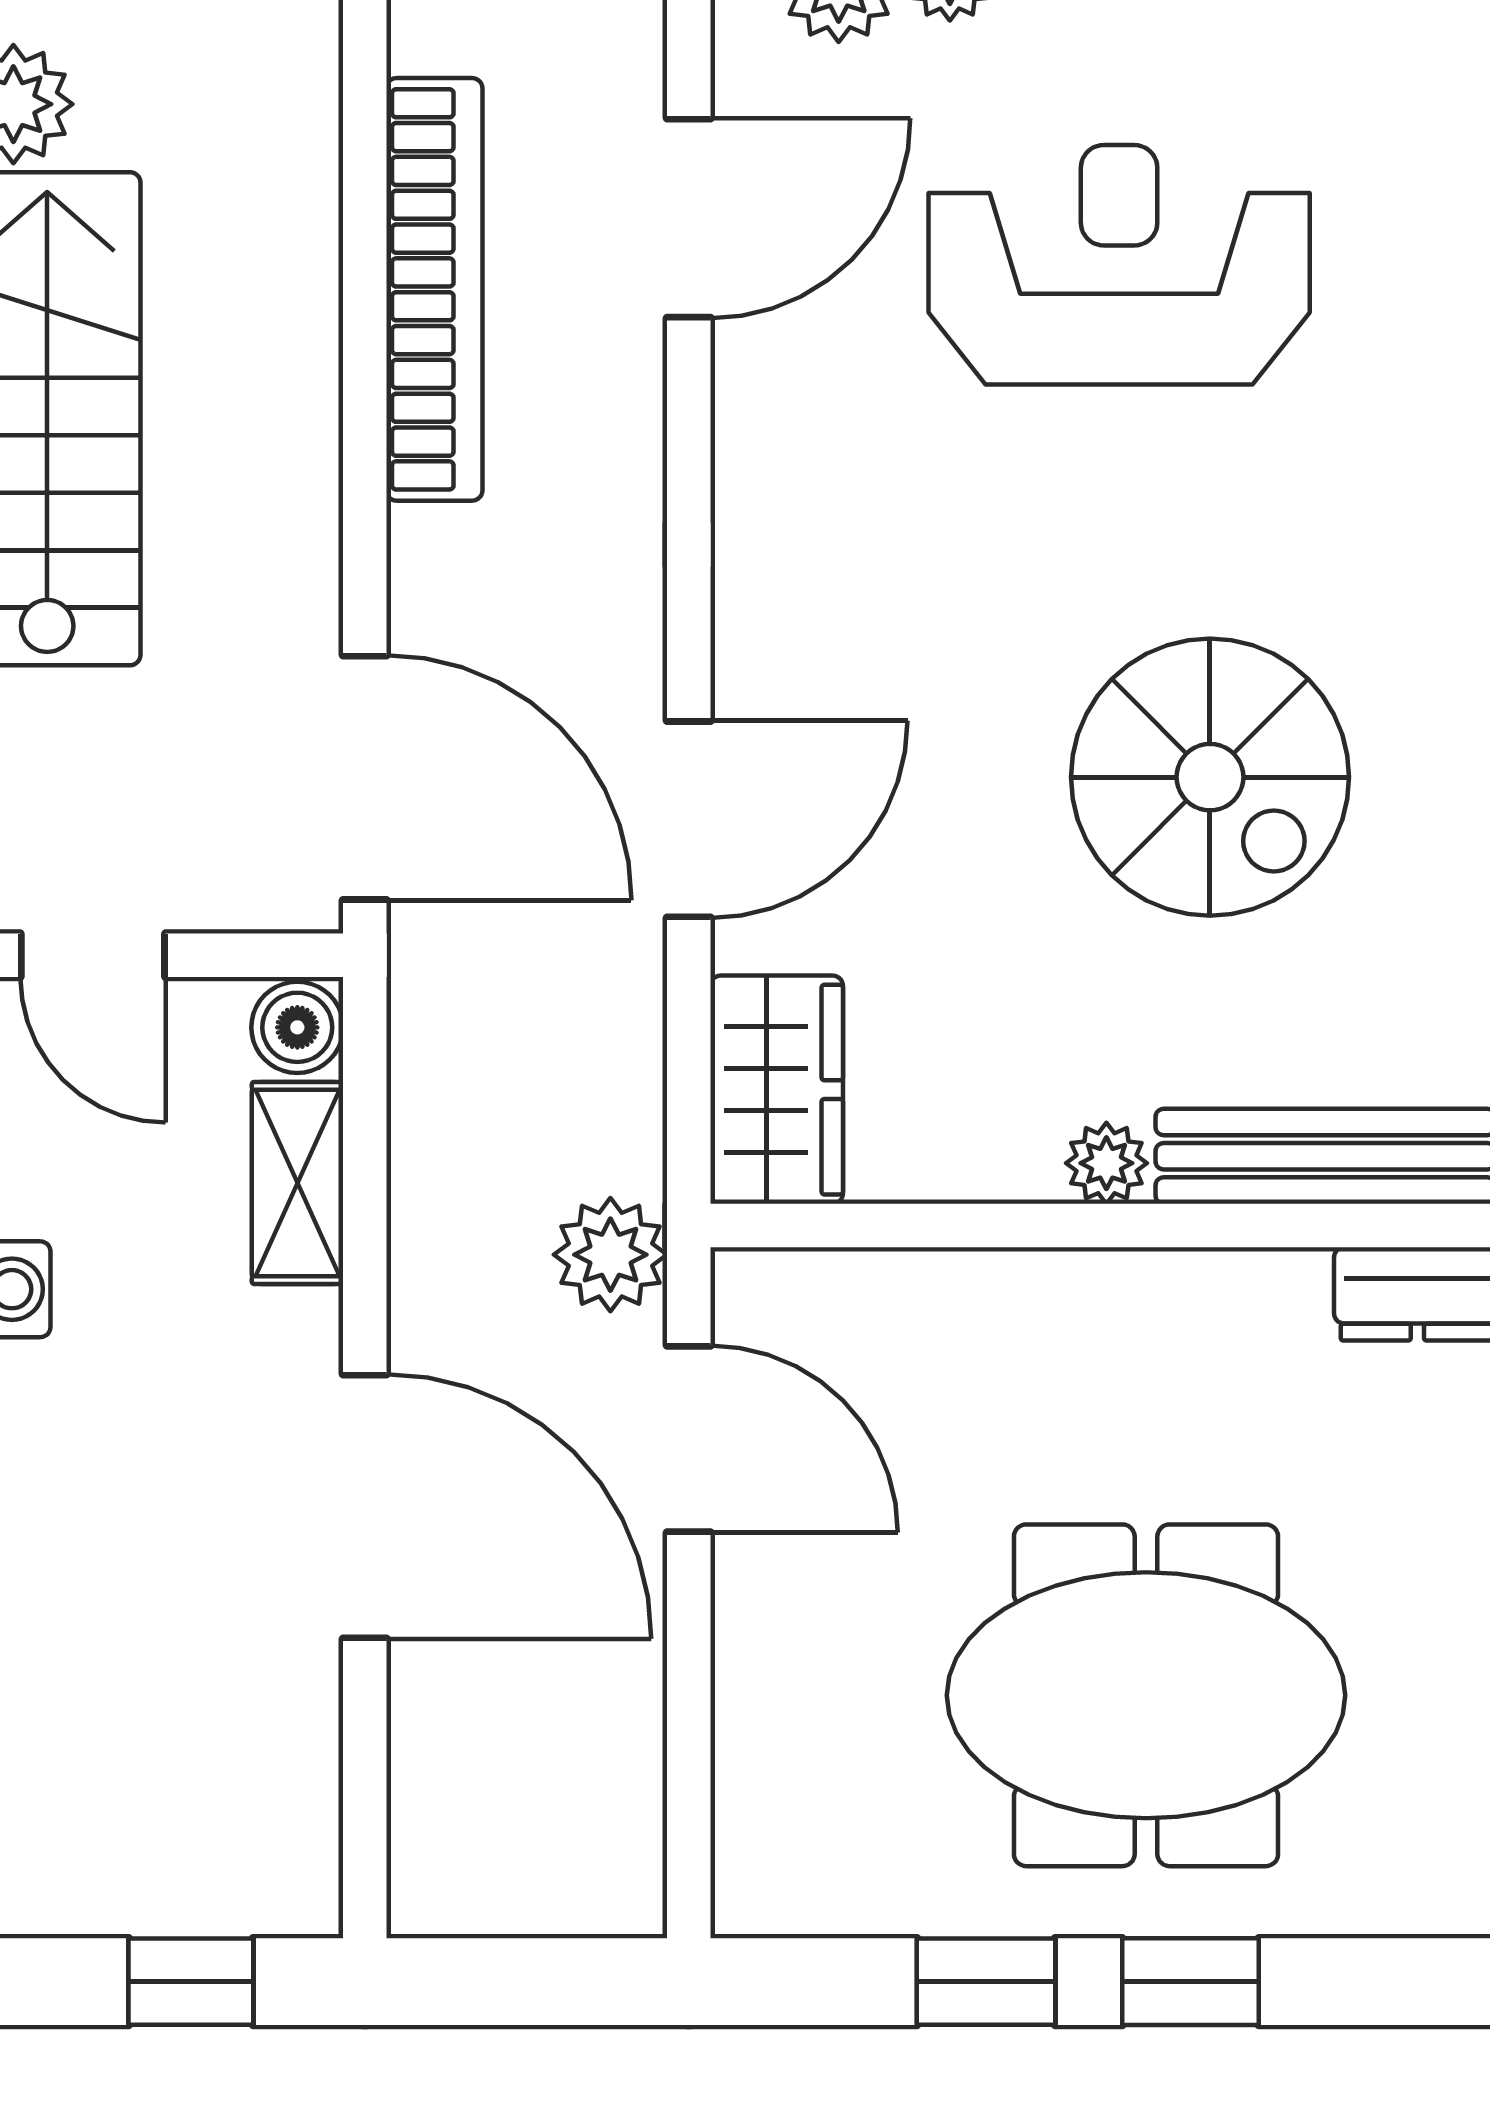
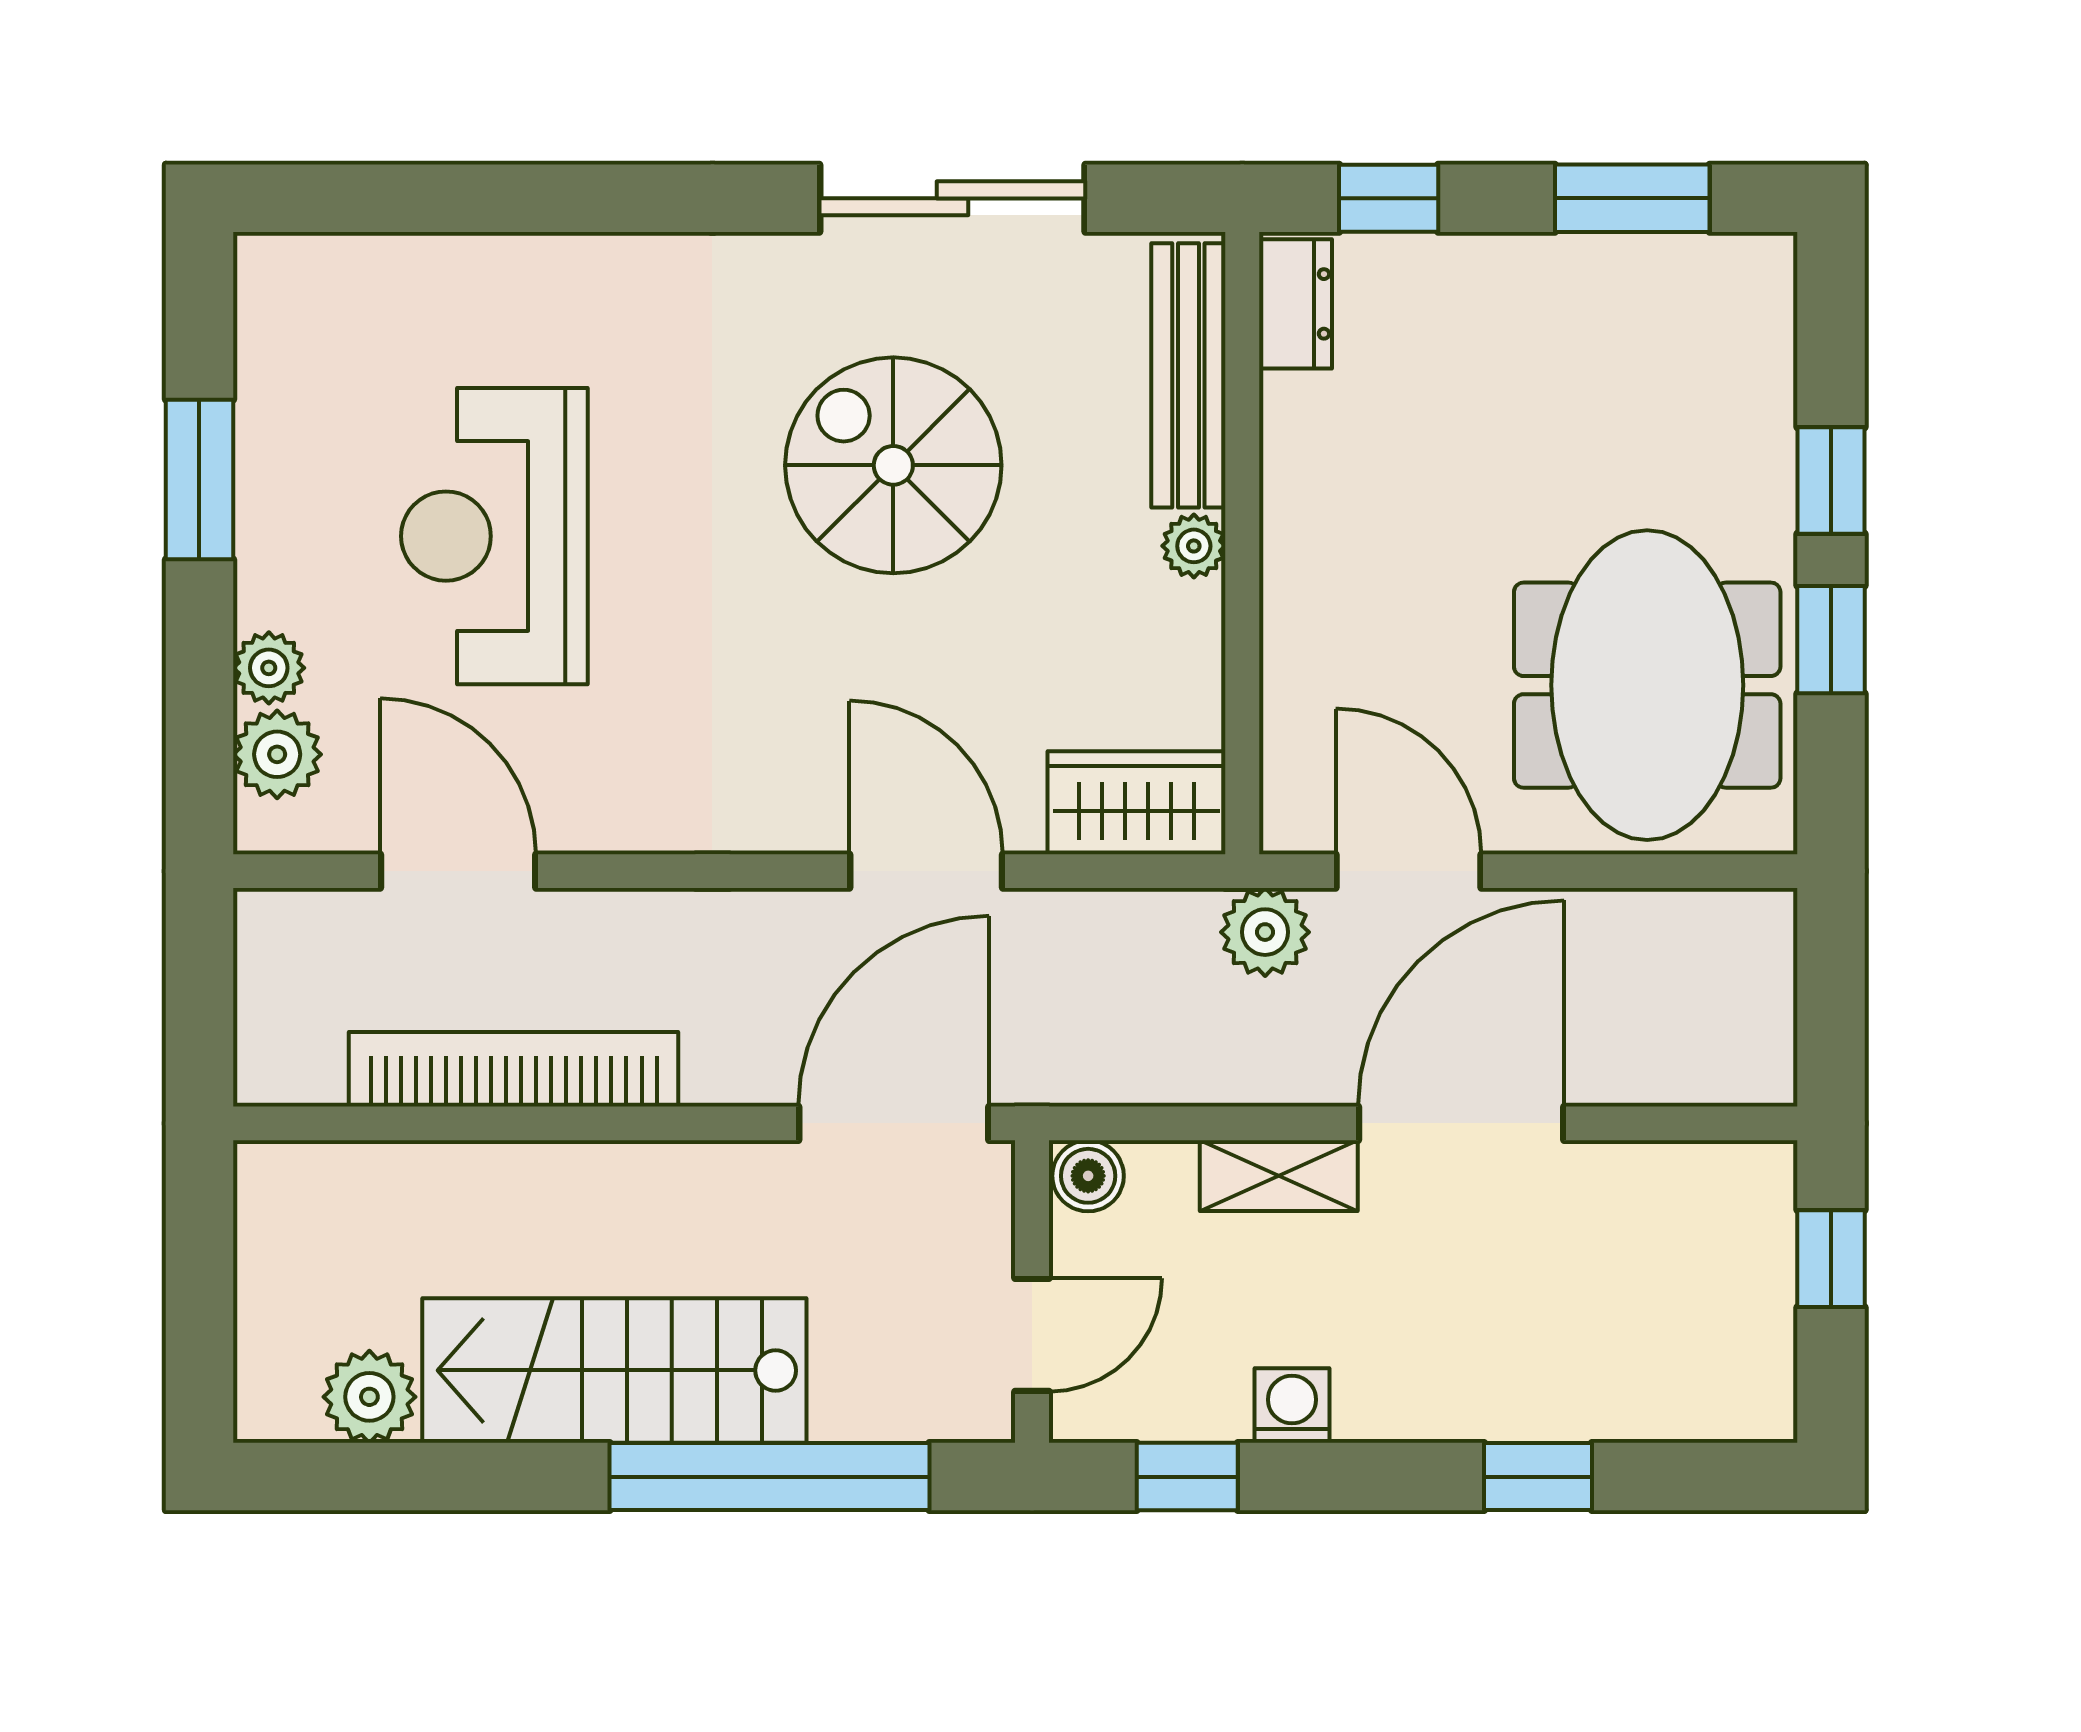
spiral stairs: (1210, 777) -> (893, 465), turned -90
shelving: (298, 1183) -> (1279, 1176), moved
door: (689, 1439) -> (1409, 871), hinge flipped
meeting table: (1146, 1695) -> (1647, 685), moved

